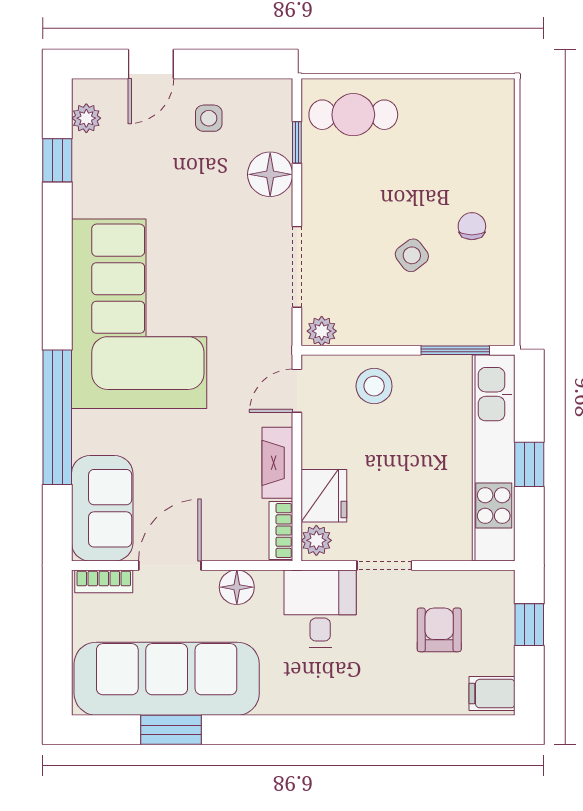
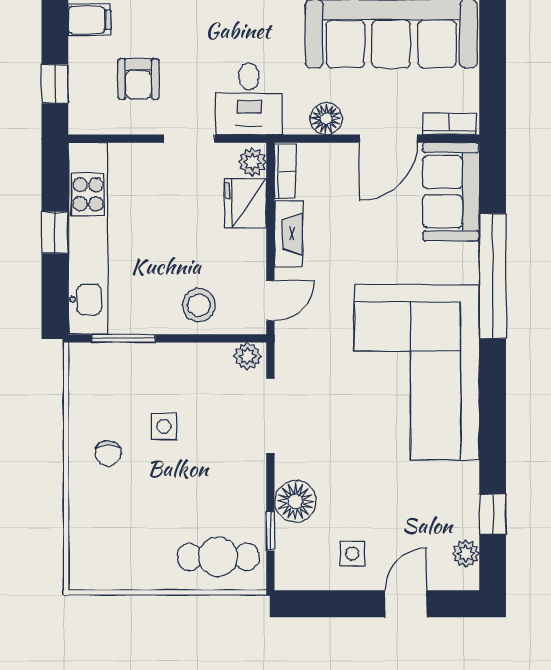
side table: (412, 255) -> (164, 426), turned 37

